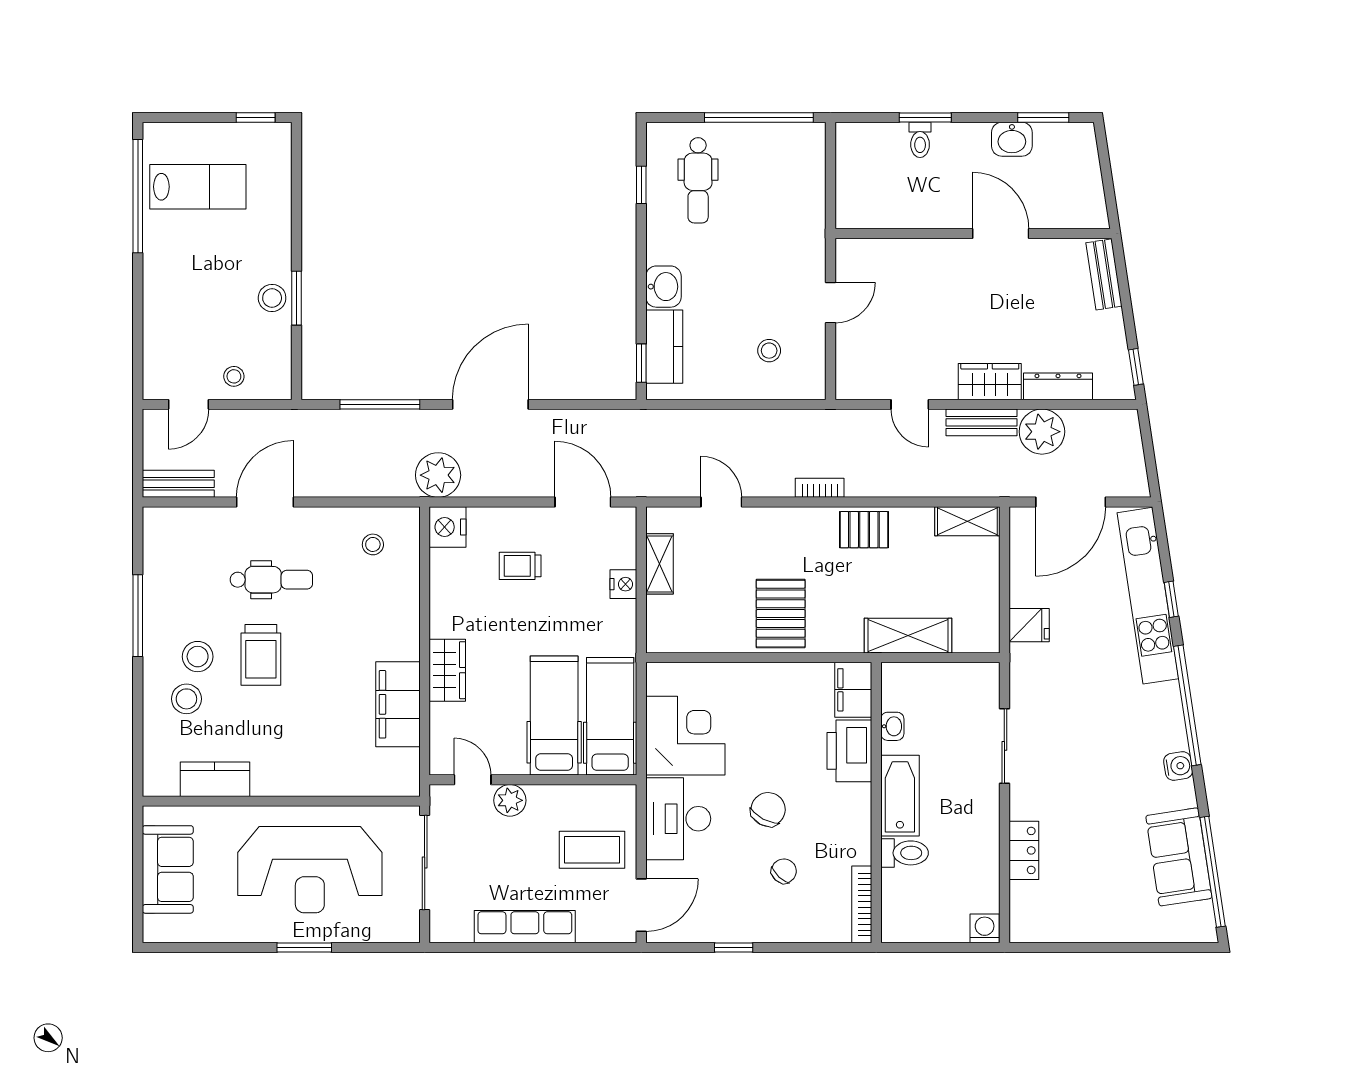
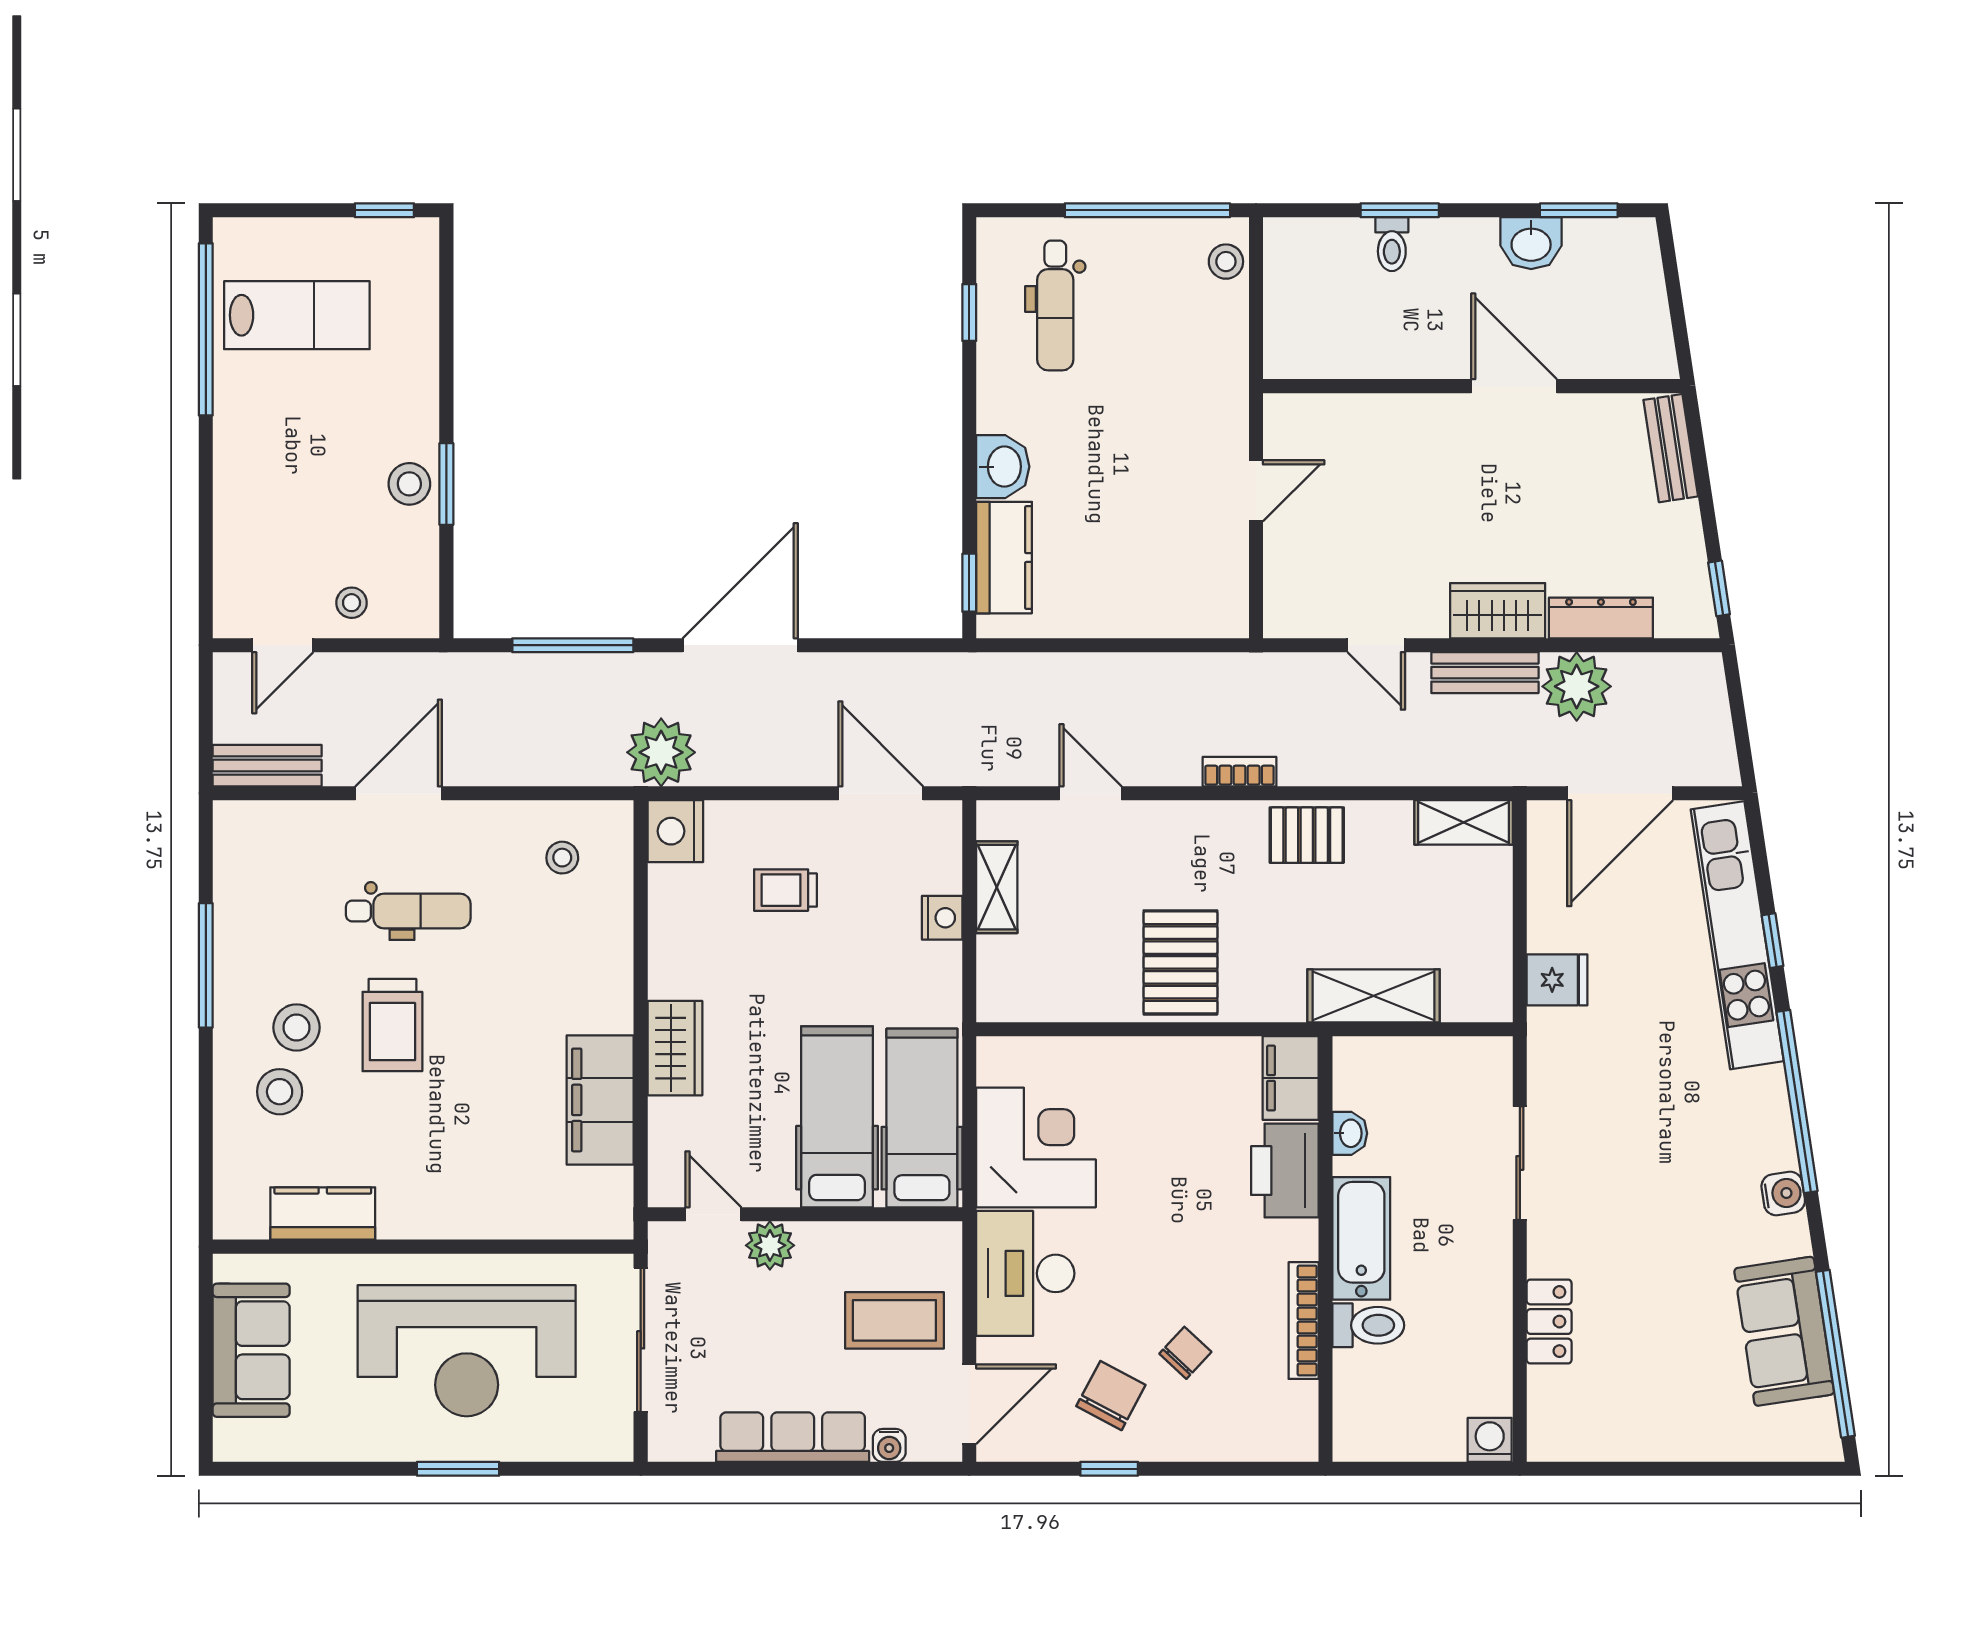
stool: (769, 351) -> (1226, 262), moved
chair: (768, 809) -> (1111, 1396), moved
bookcase: (862, 904) -> (1304, 1321), moved
water cooler: (589, 932) -> (889, 1445), added

